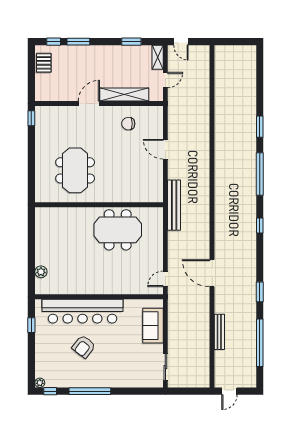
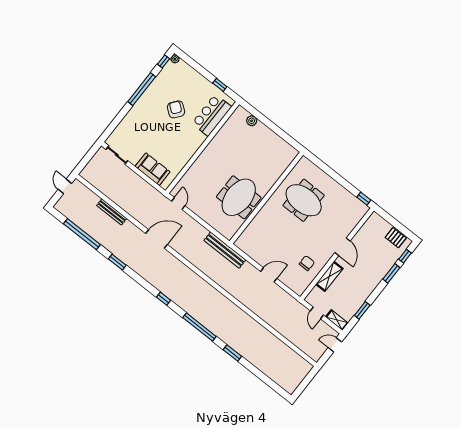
shelving: (124, 94) -> (329, 276), width x0.68
bar counter: (82, 311) -> (212, 115), width x0.54

